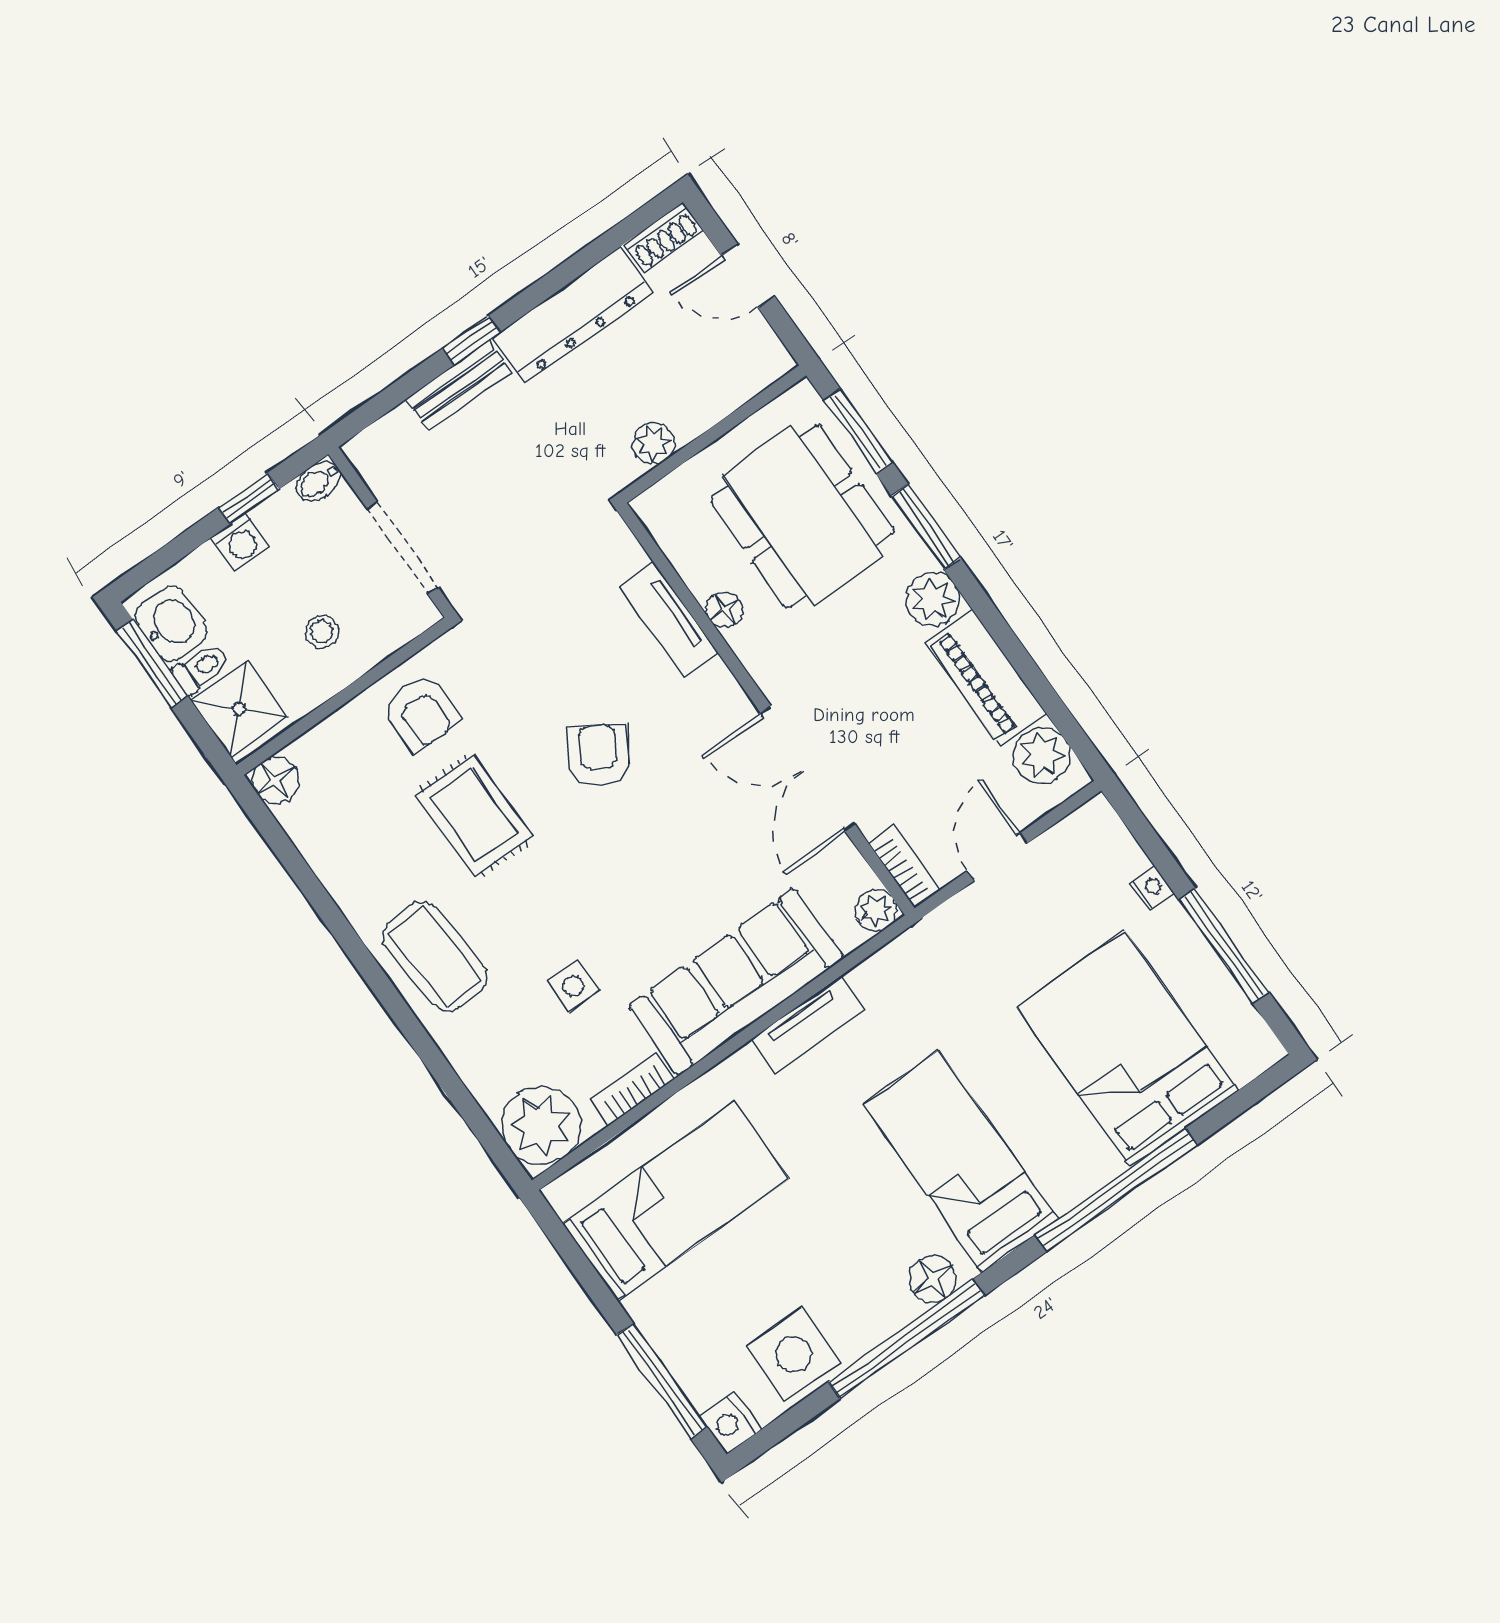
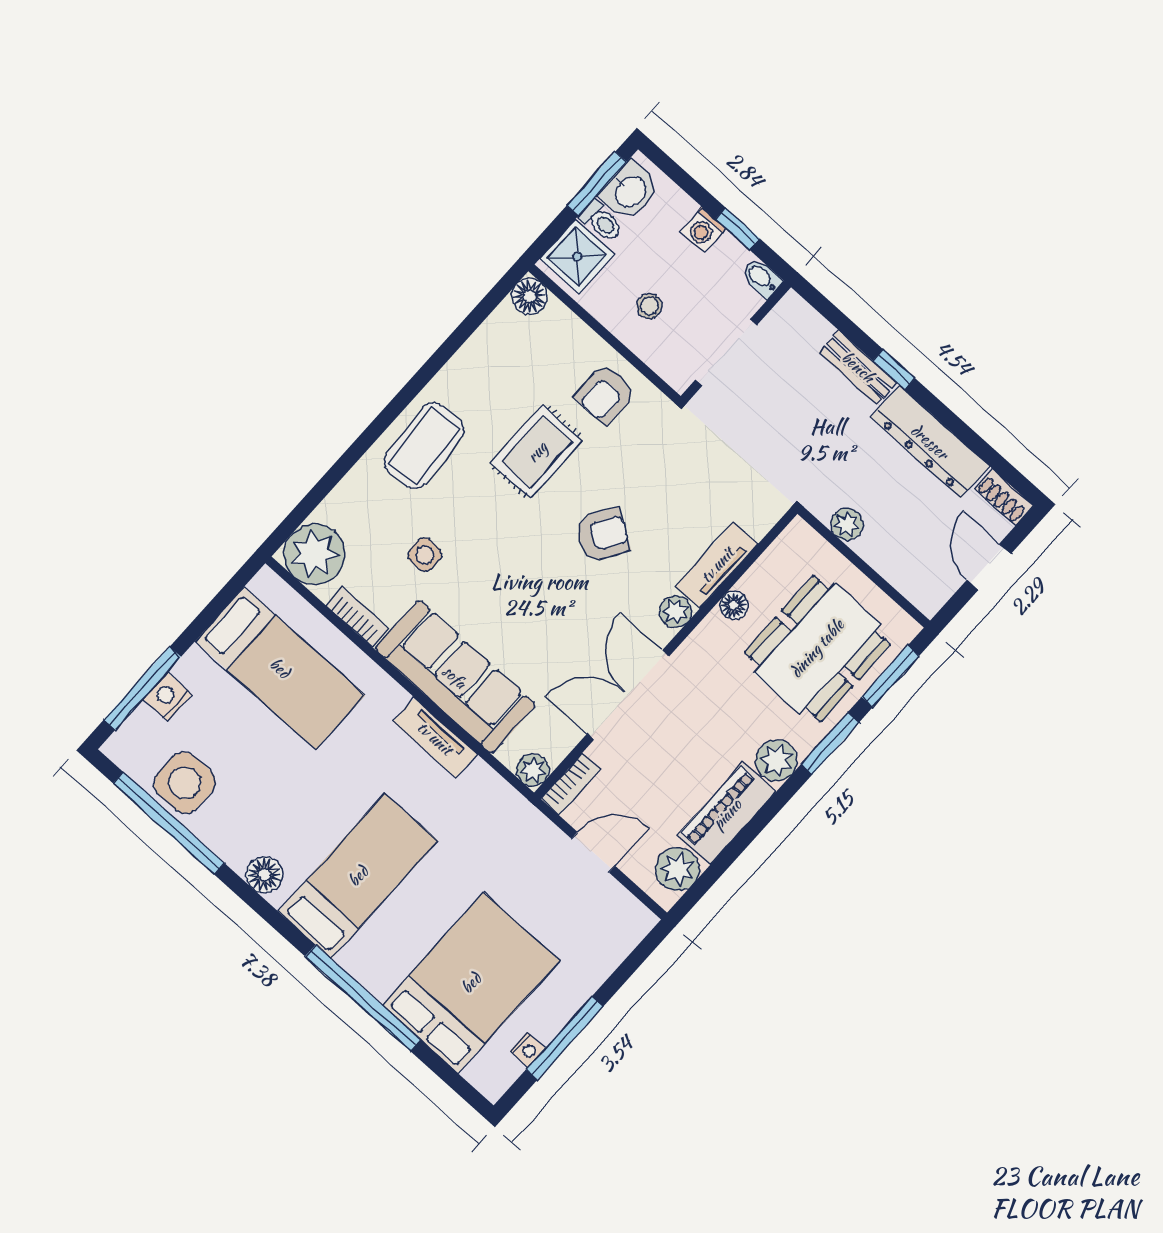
plant: (716, 685) -> (676, 612), added
nightstand: (1151, 888) -> (528, 1050), moved
window: (906, 1339) -> (169, 823), moved
nightstand: (730, 1423) -> (168, 697), moved

